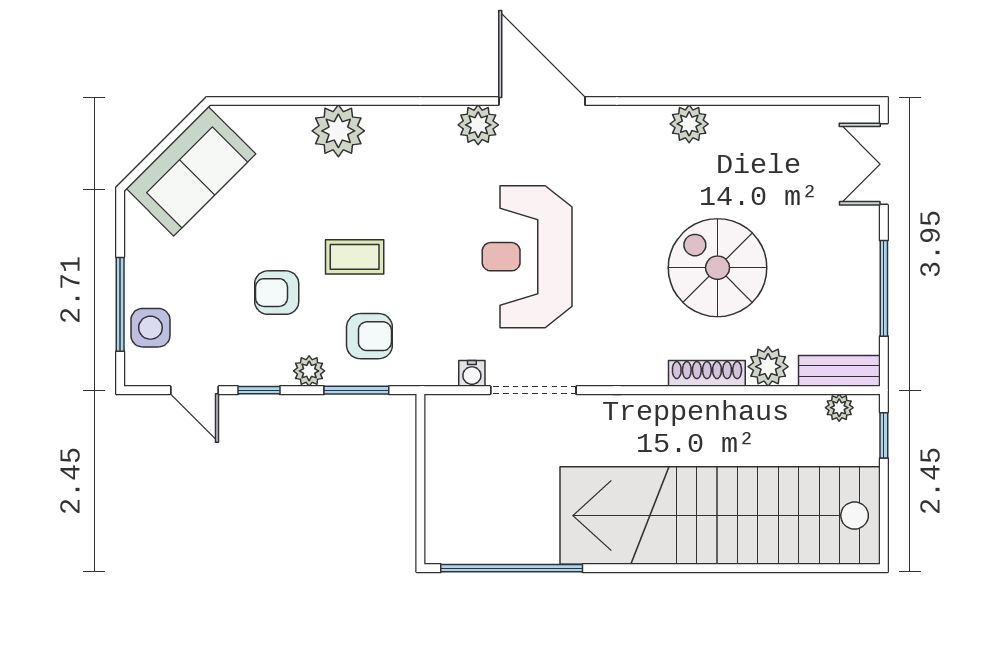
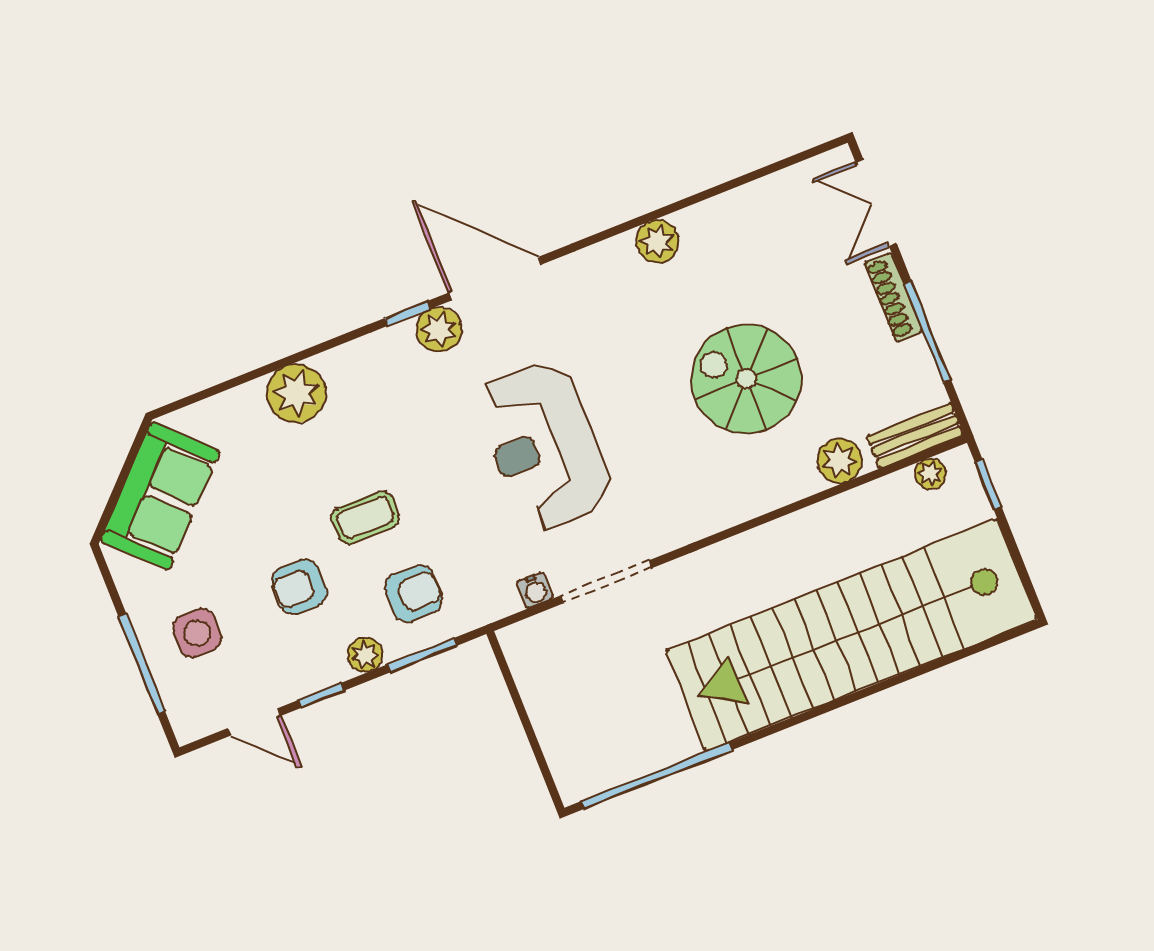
window: (458, 101) -> (408, 313), added
side table: (150, 328) -> (197, 633), moved
shoe rack: (707, 373) -> (894, 297), moved, turned -90

